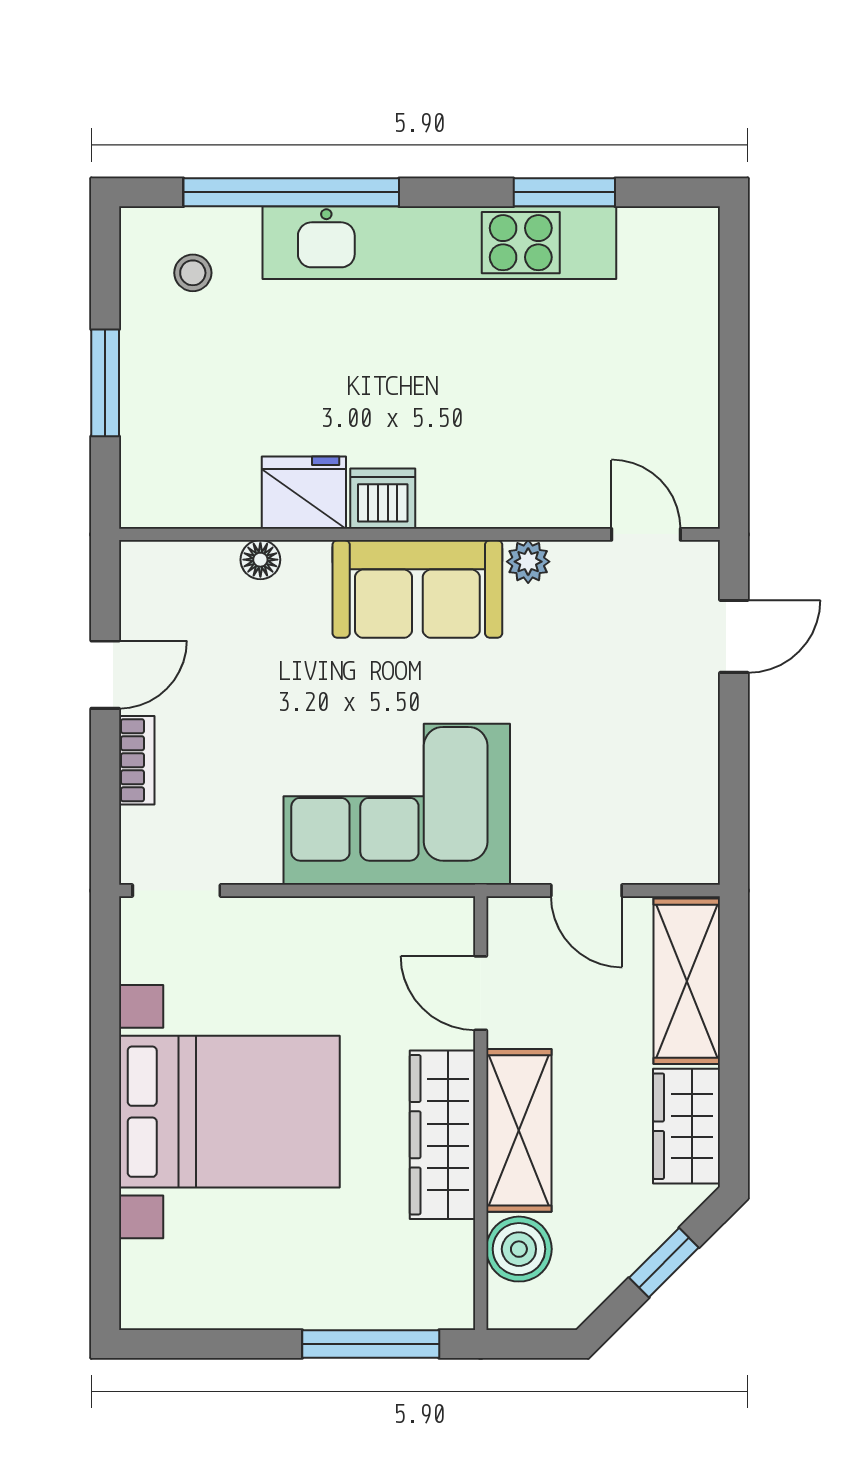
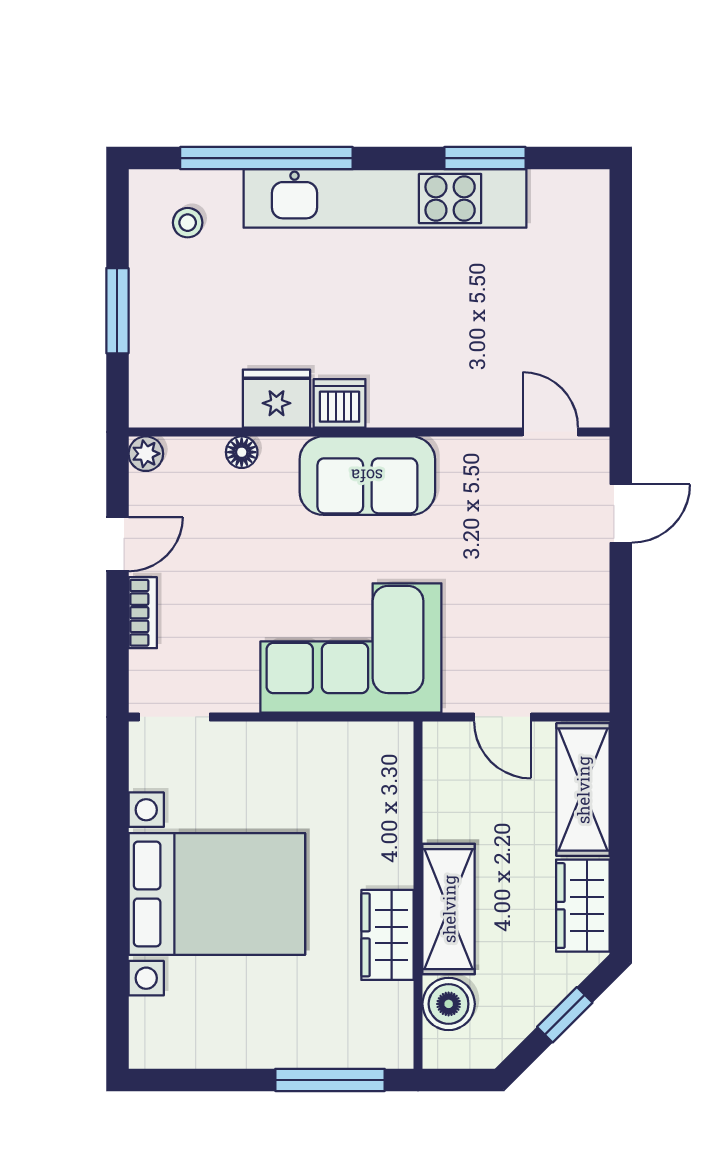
plant: (528, 562) -> (146, 454), moved
door: (481, 993) -> (418, 799), removed
wardrobe: (443, 1135) -> (387, 935), width x0.67

